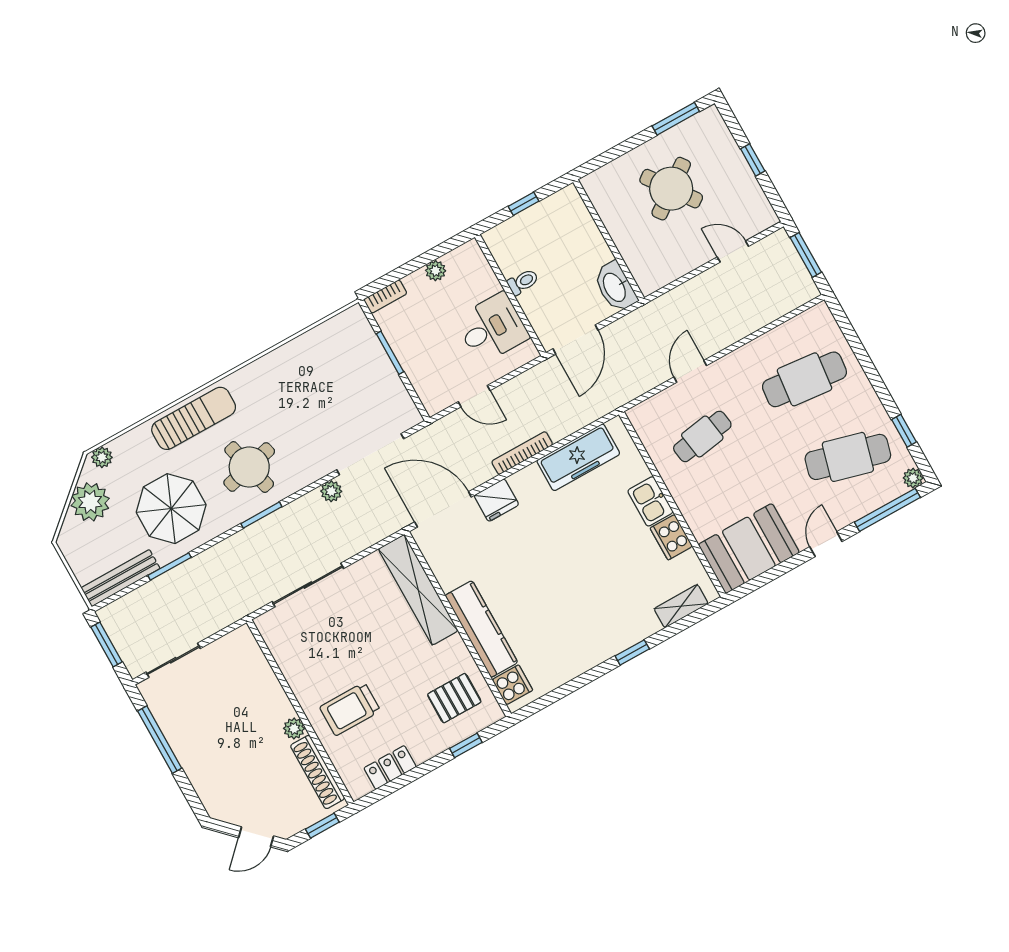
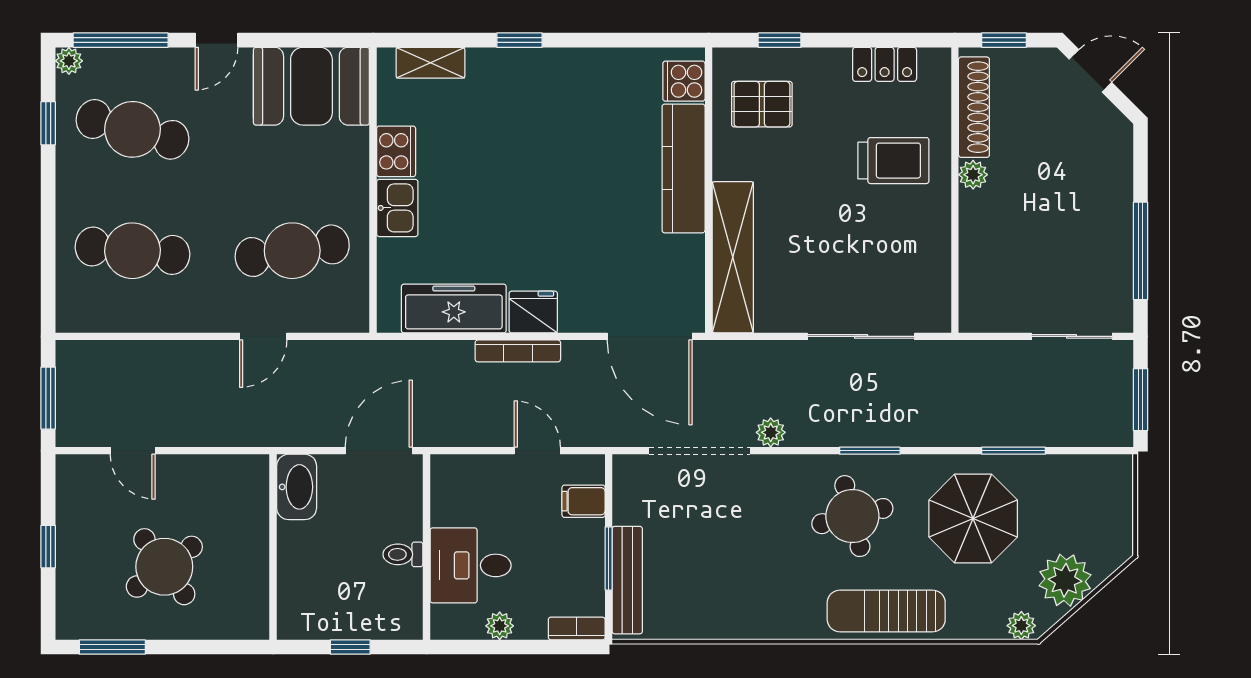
desk: (492, 328) -> (471, 565), moved
filing cabinet: (426, 380) -> (584, 501), added
cafe table: (702, 436) -> (292, 251), width x1.37, depth x1.35
fridge: (496, 500) -> (533, 312), moved
bench: (121, 578) -> (627, 580), moved, turned 90

